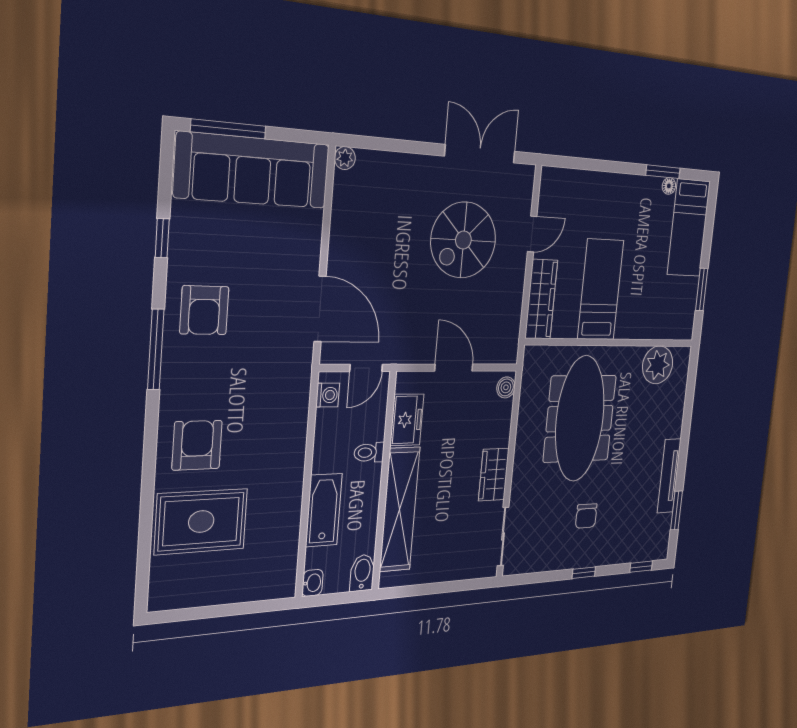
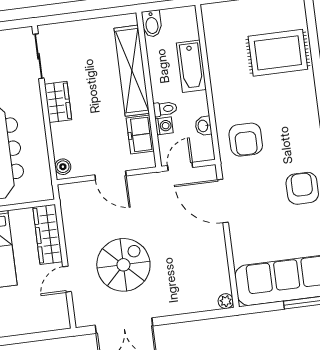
washing machine: (328, 395) -> (164, 126), moved, turned 180
armchair: (197, 445) -> (246, 140), moved
washbasin: (312, 583) -> (203, 126), moved

